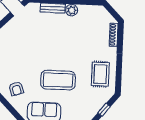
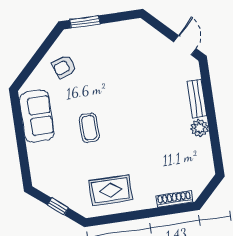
coffee table: (58, 80) -> (89, 128), width x0.54, depth x0.58

